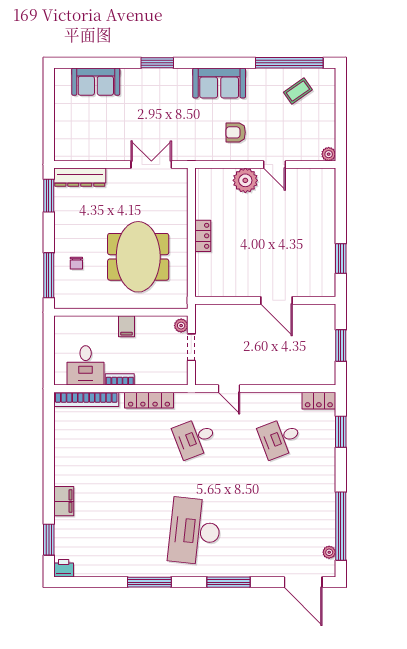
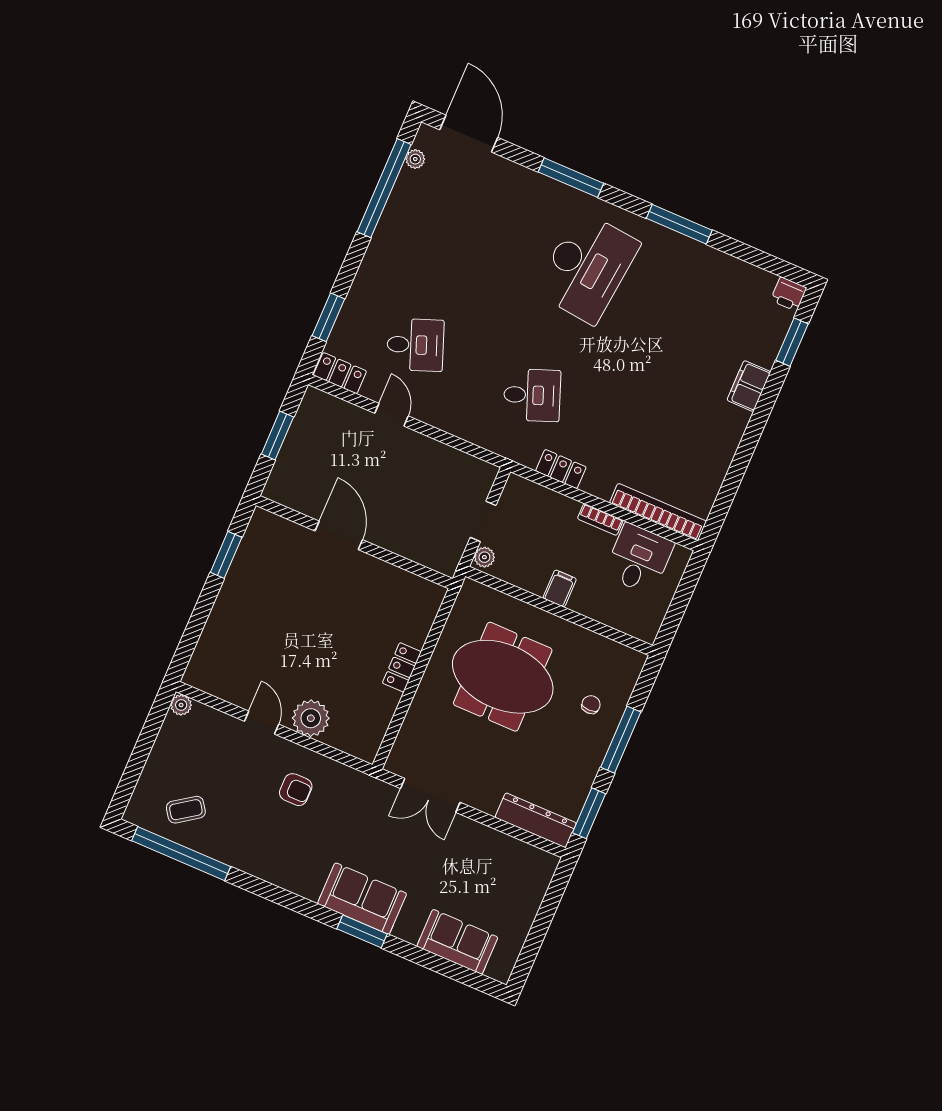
sofa: (219, 83) -> (362, 899), moved
meeting table: (138, 257) -> (503, 677), turned 90
window: (49, 275) -> (621, 740), moved
door: (229, 389) -> (392, 415), moved
locker: (149, 400) -> (561, 469), width x0.66

